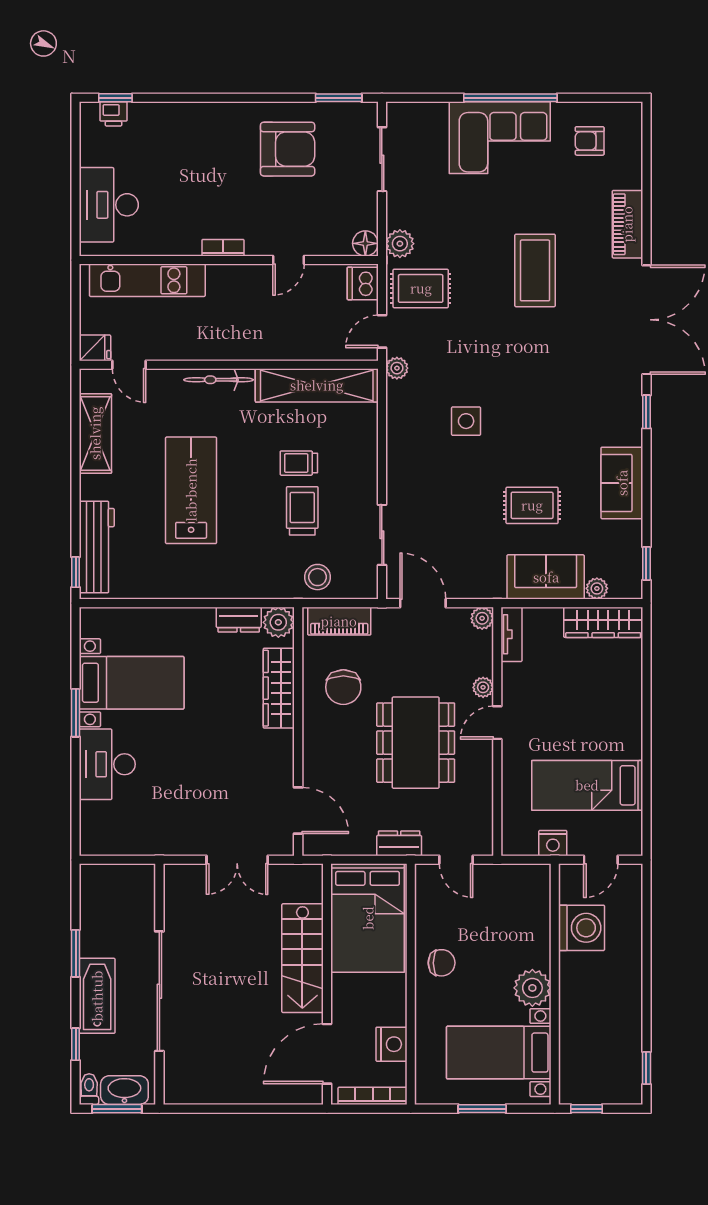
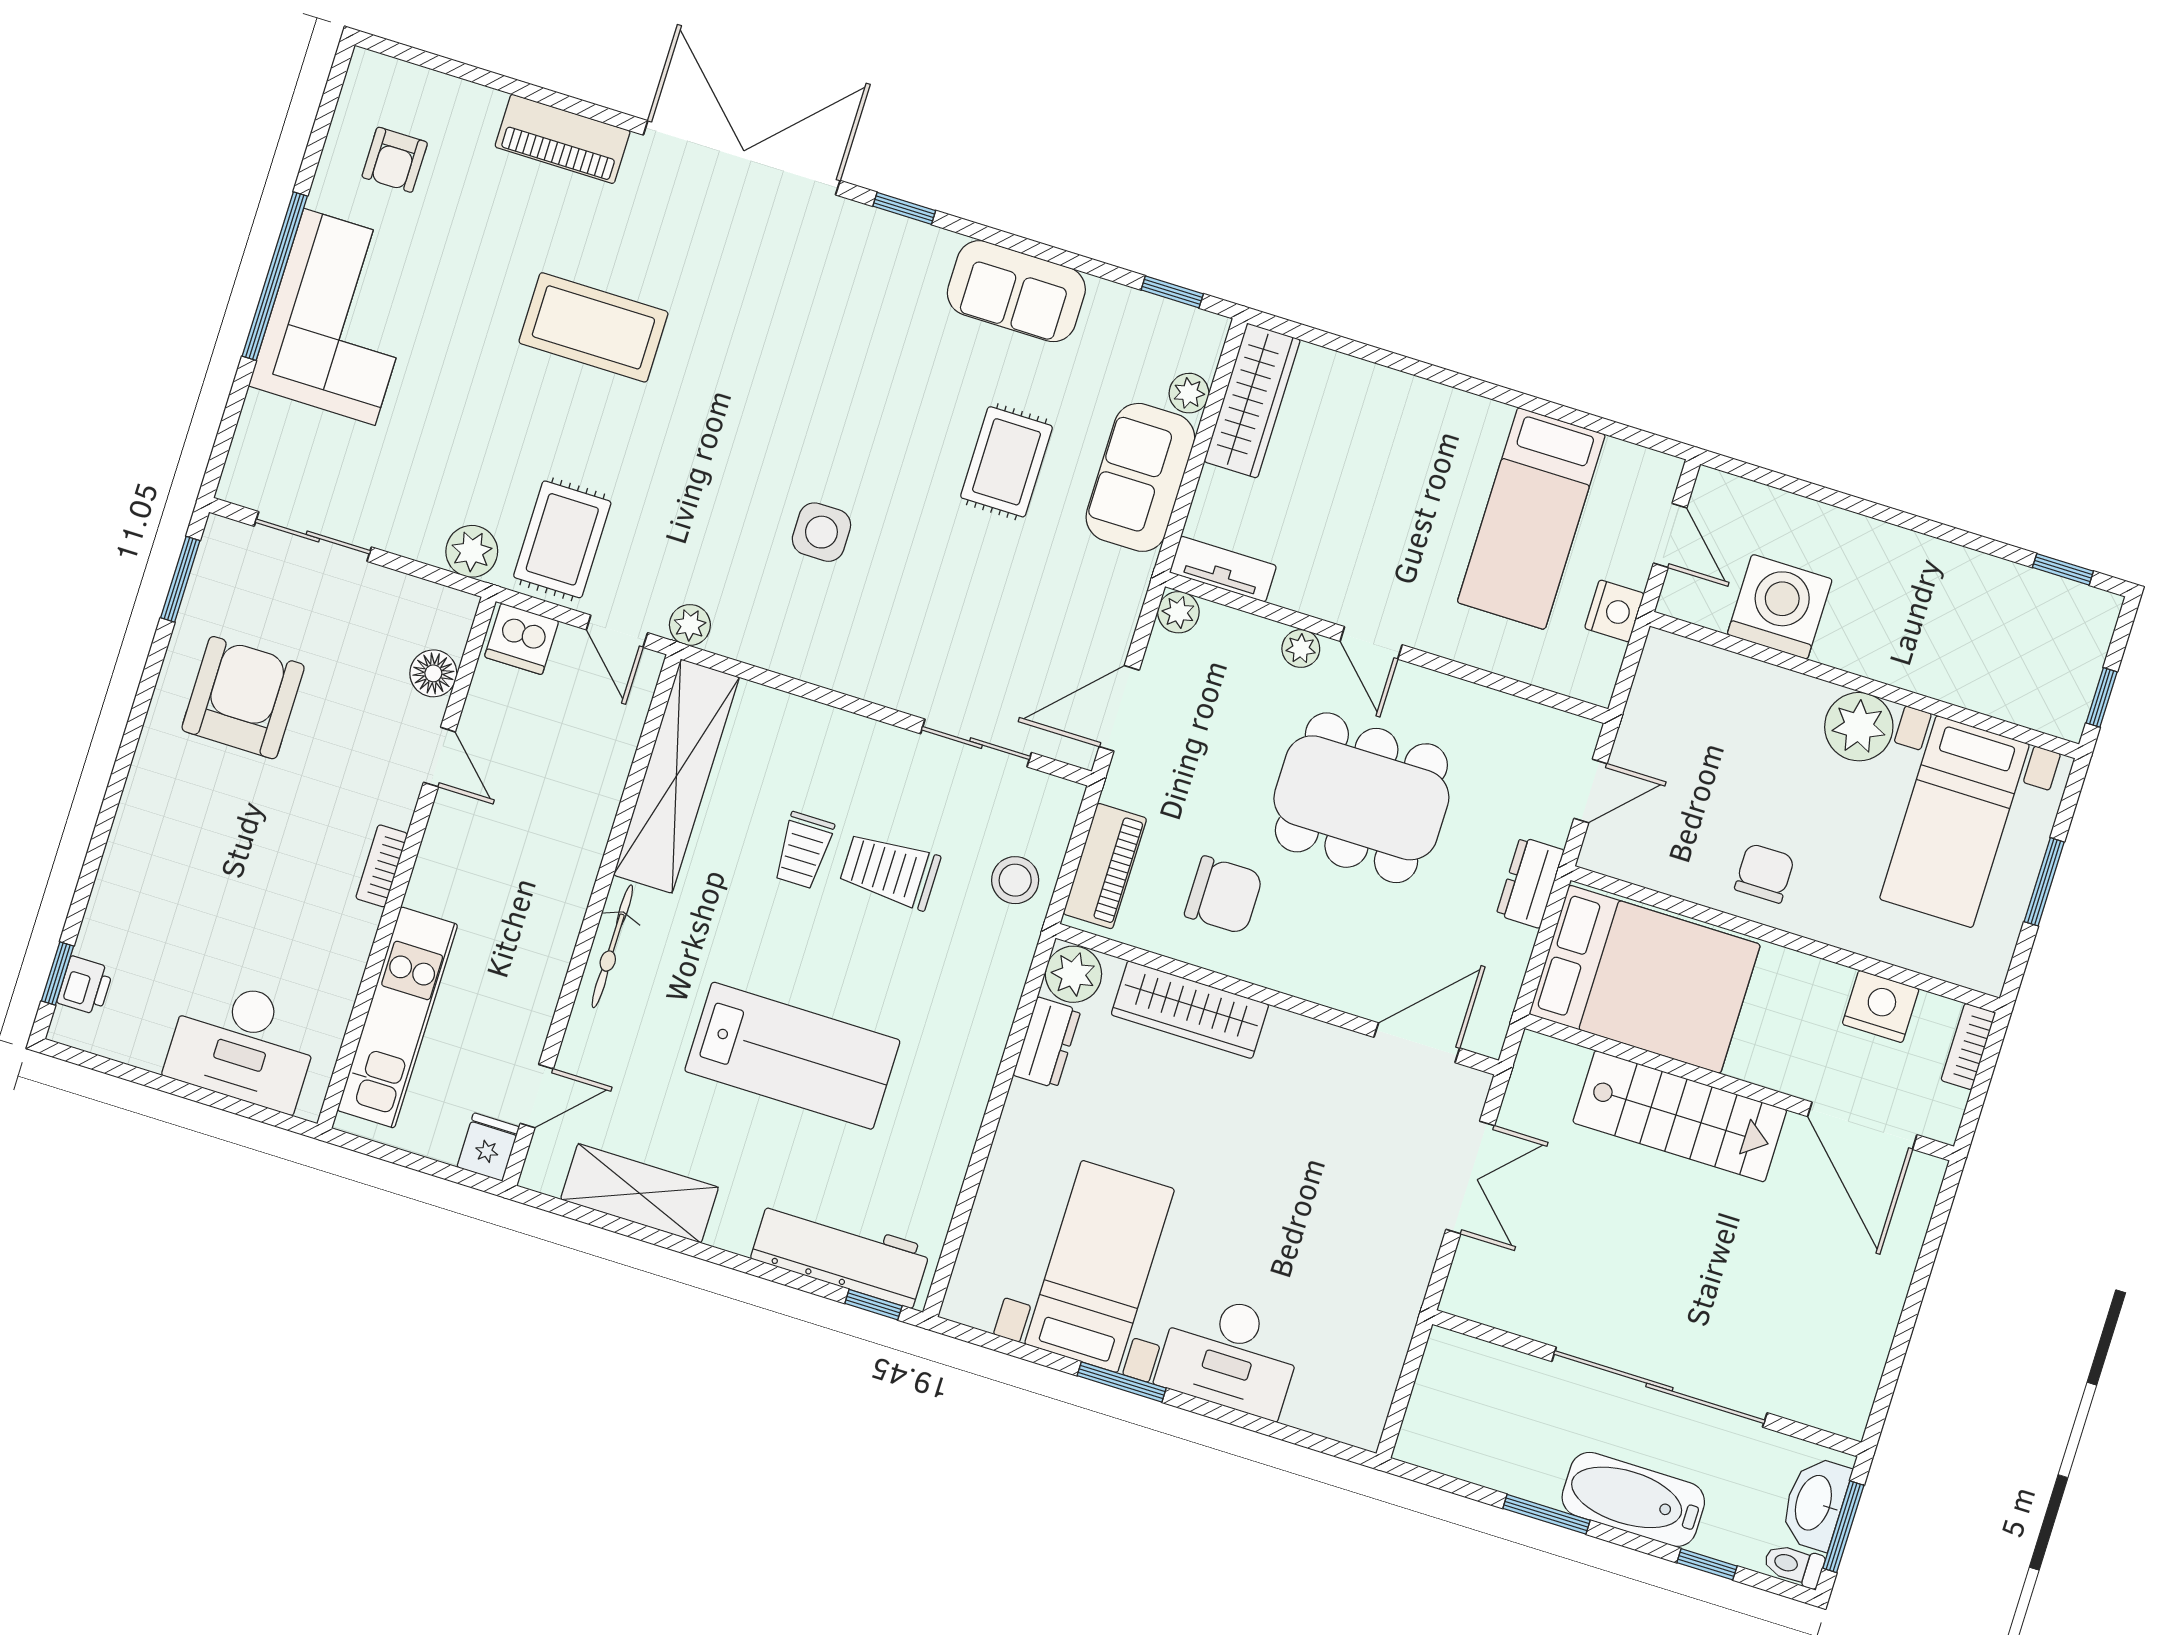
floor lamp: (365, 243) -> (433, 673), moved
lab bench: (191, 490) -> (792, 1056), turned 180
bookcase: (373, 1096) -> (1968, 1047), width x0.64

